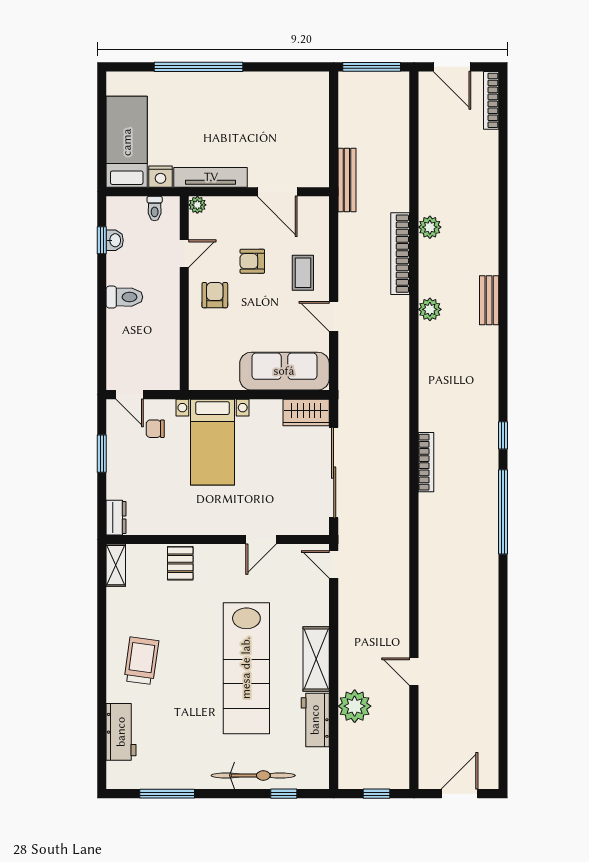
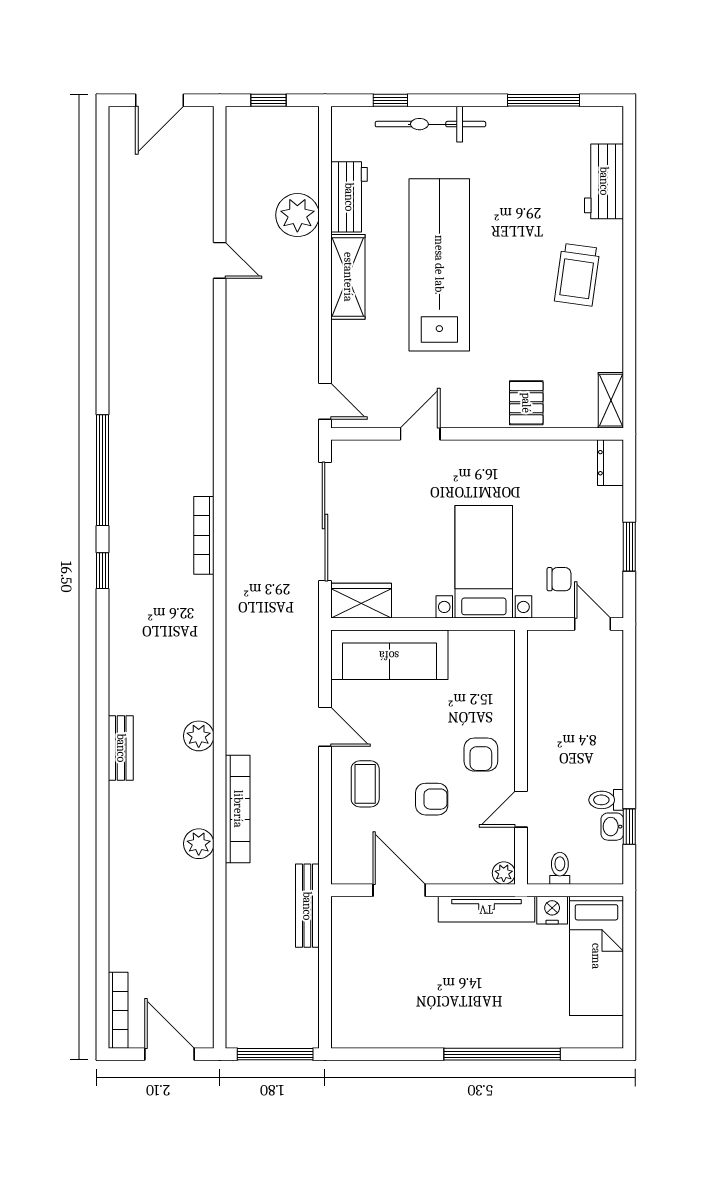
toilet: (124, 297) -> (606, 800), moved, width x0.73, depth x0.72

